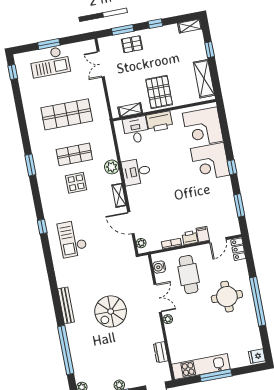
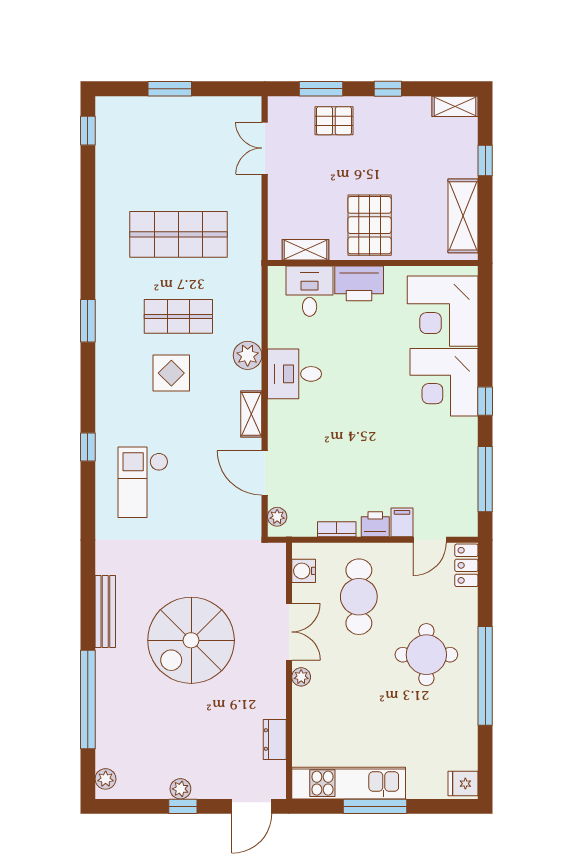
checkout: (50, 62) -> (165, 125), removed
window: (239, 205) -> (485, 479), width x1.44
spiral stairs: (111, 311) -> (191, 640), width x1.37, depth x1.37

